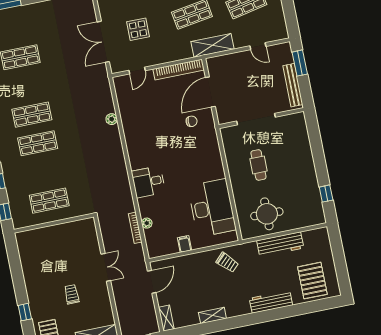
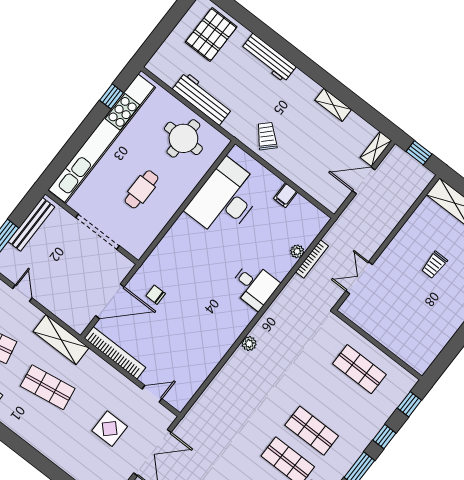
plant: (112, 119) -> (249, 344), moved
kitchen unit: (307, 167) -> (102, 139), added
double door: (106, 267) -> (359, 278), moved
door: (152, 282) -> (364, 180), moved

